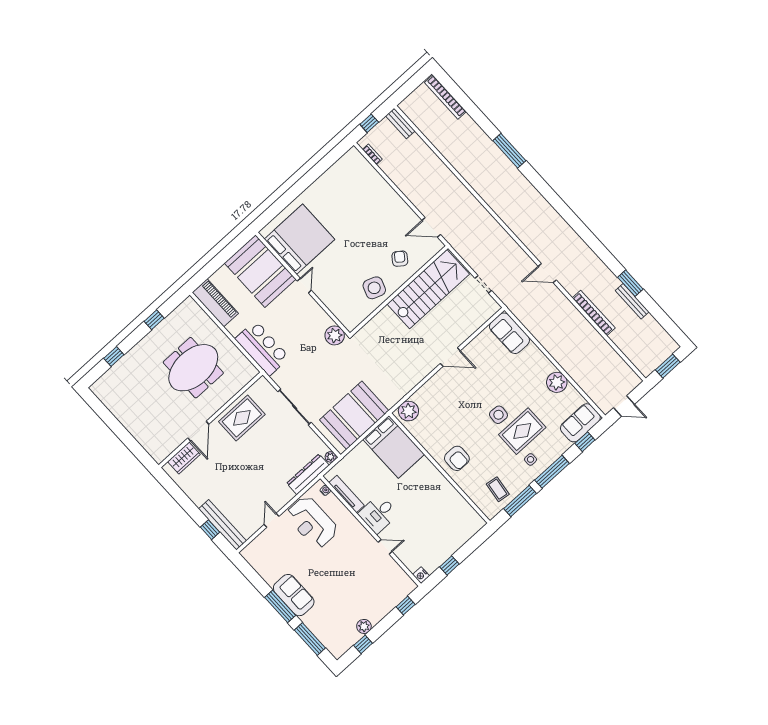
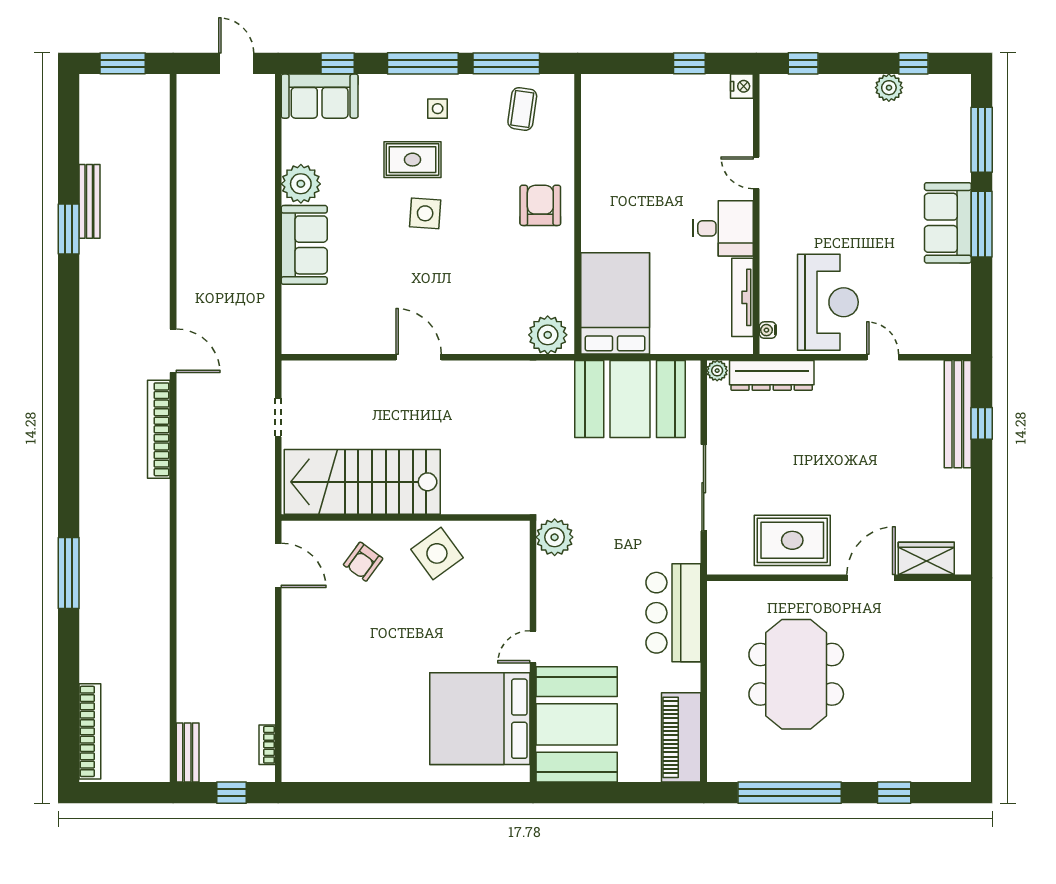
side table: (374, 288) -> (437, 553), turned 34
bookcase: (594, 313) -> (159, 429), moved
window: (154, 320) -> (790, 793), width x3.17
sofa: (509, 333) -> (304, 245), moved
meeting table: (193, 368) -> (796, 674), turned 90
rug: (522, 431) -> (413, 160), width x0.73, depth x0.70
door: (272, 520) -> (883, 357), swing flipped

